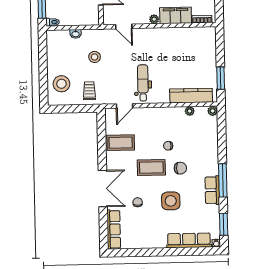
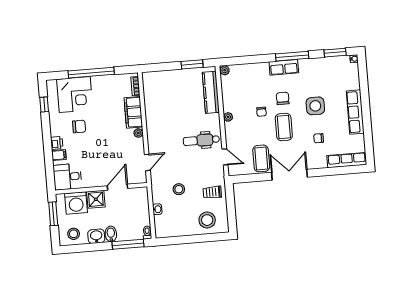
plant: (190, 111) -> (228, 117), moved
double door: (103, 189) -> (290, 175), moved
row of seats: (212, 190) -> (284, 67), moved
row of seats: (189, 240) -> (355, 112), moved

